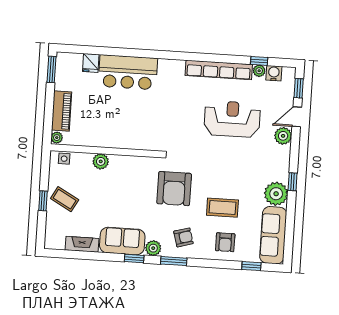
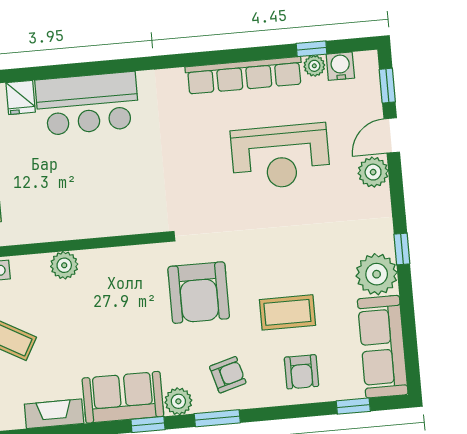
reception desk: (232, 119) -> (280, 157), turned 180

